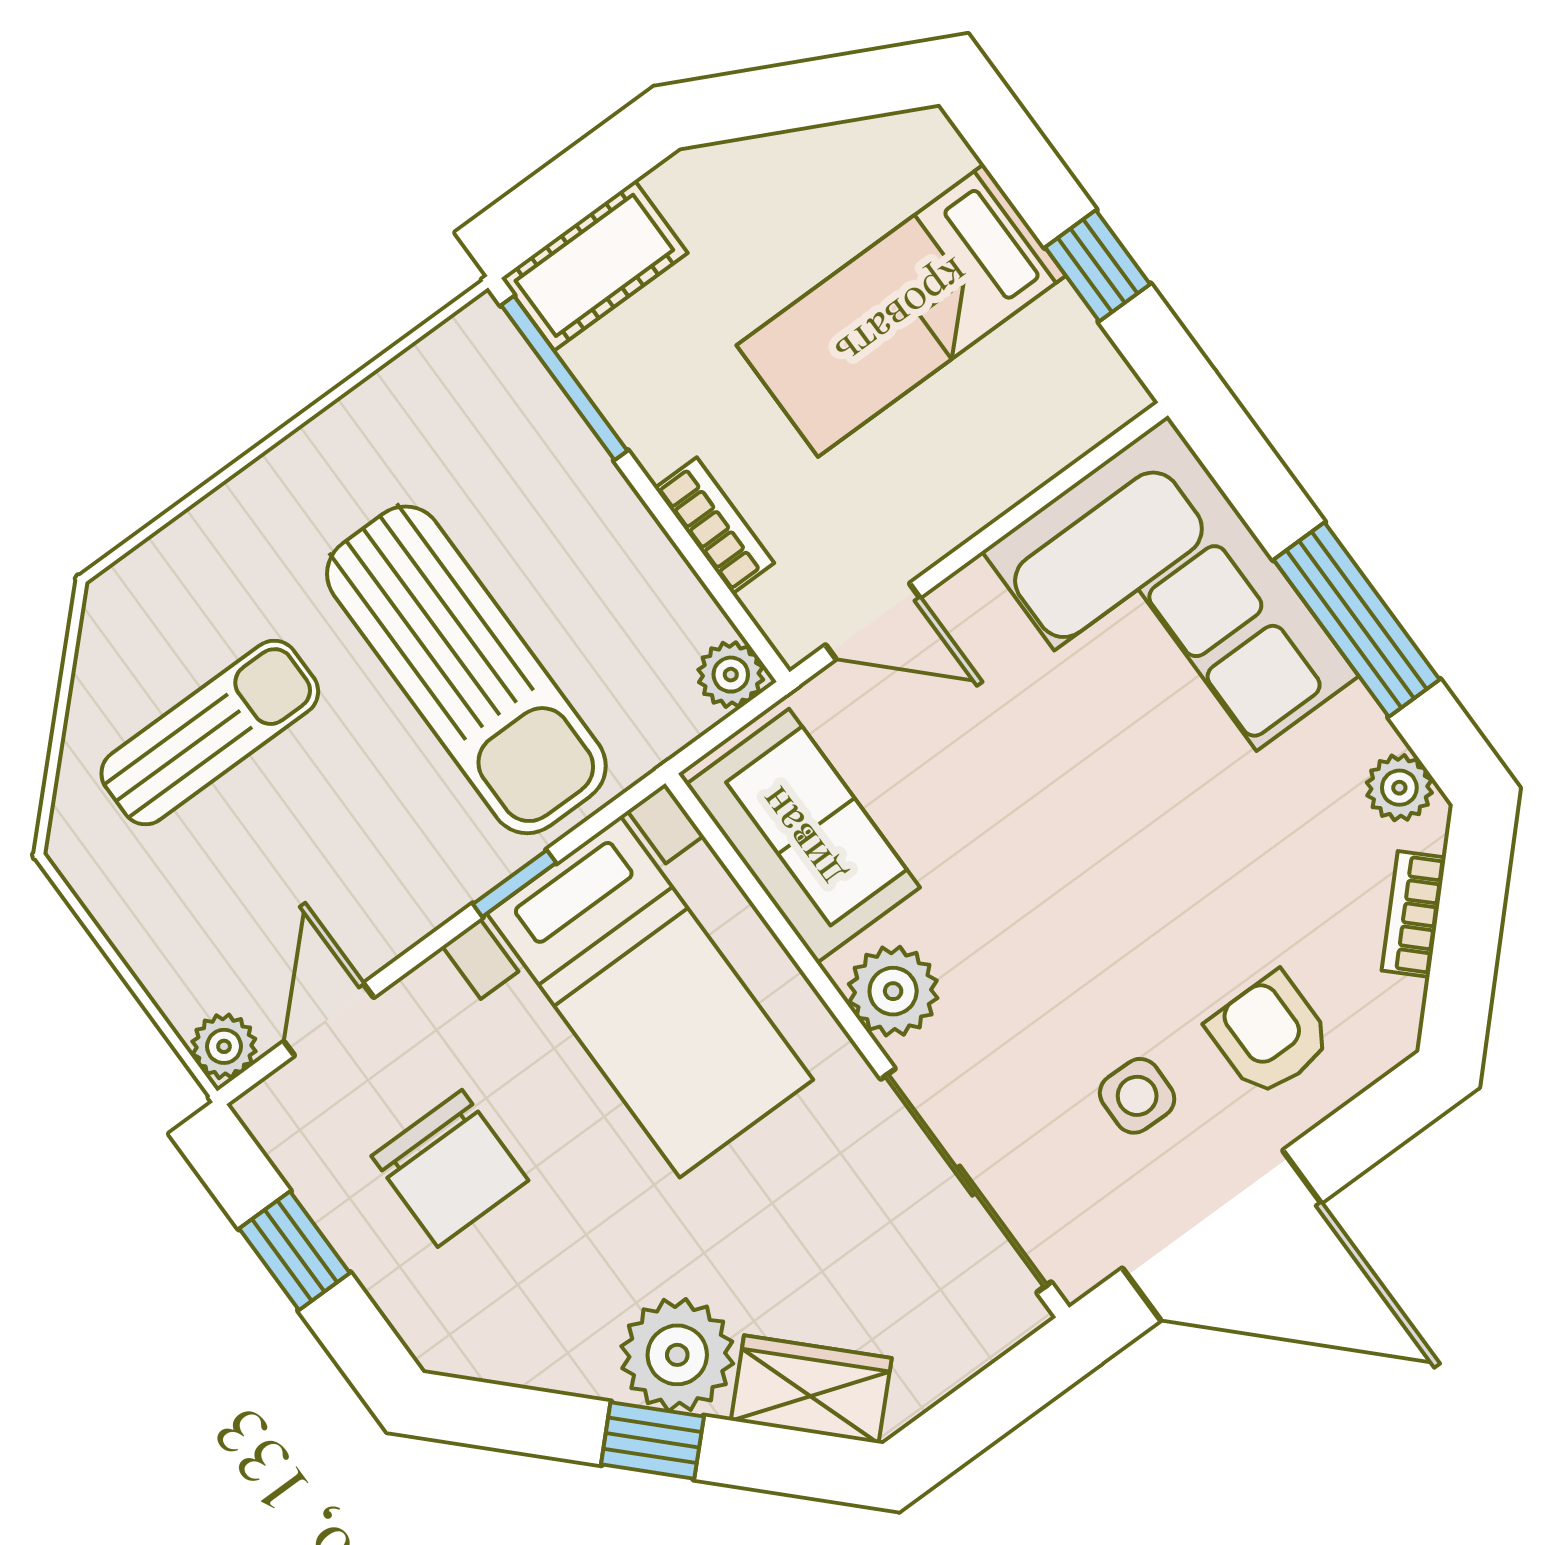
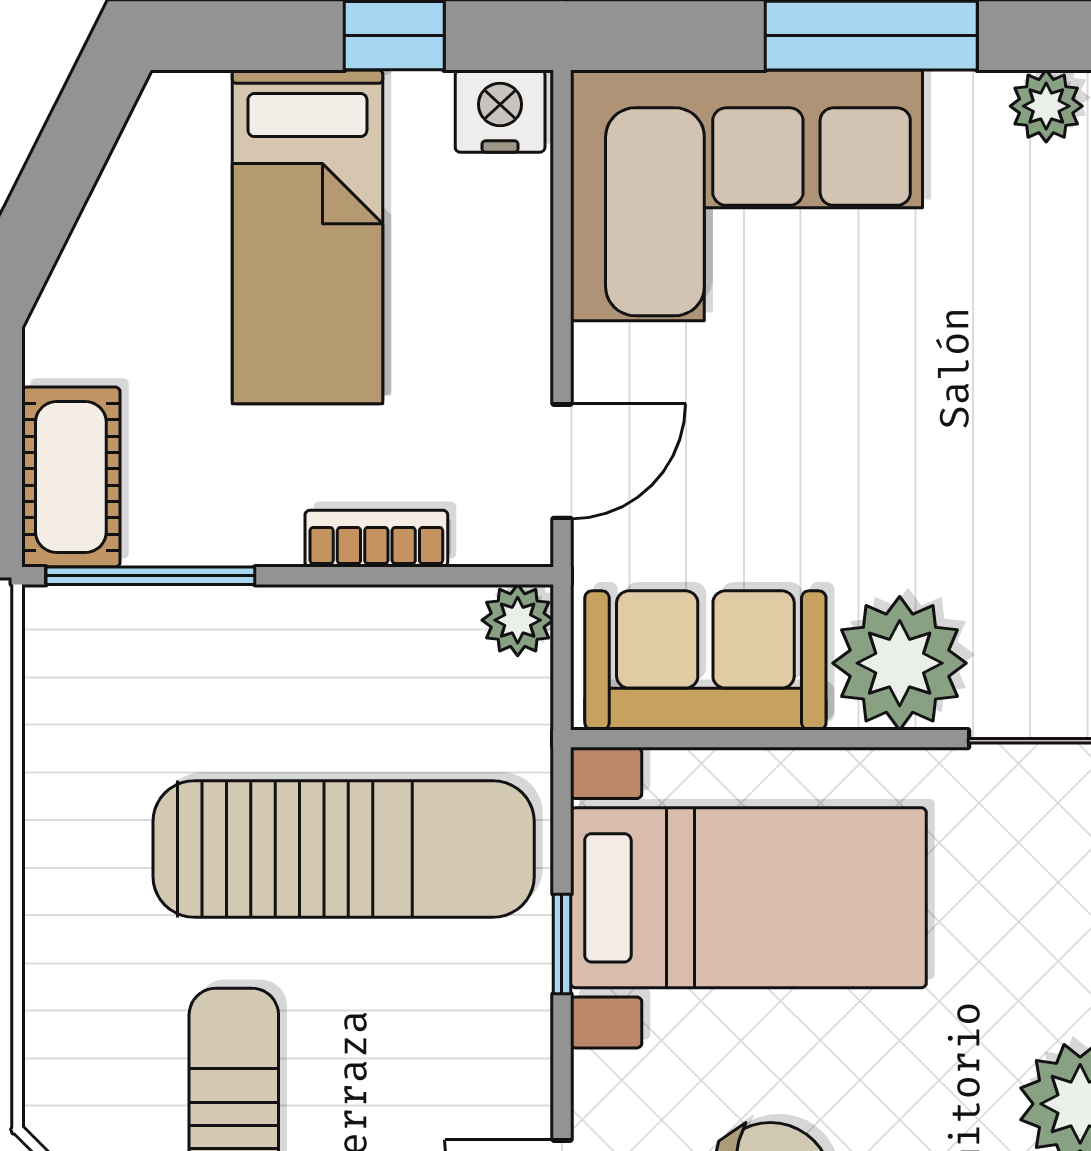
nightstand: (1099, 385) -> (500, 111), added
plant: (893, 991) -> (900, 663), width x1.36, depth x1.36

